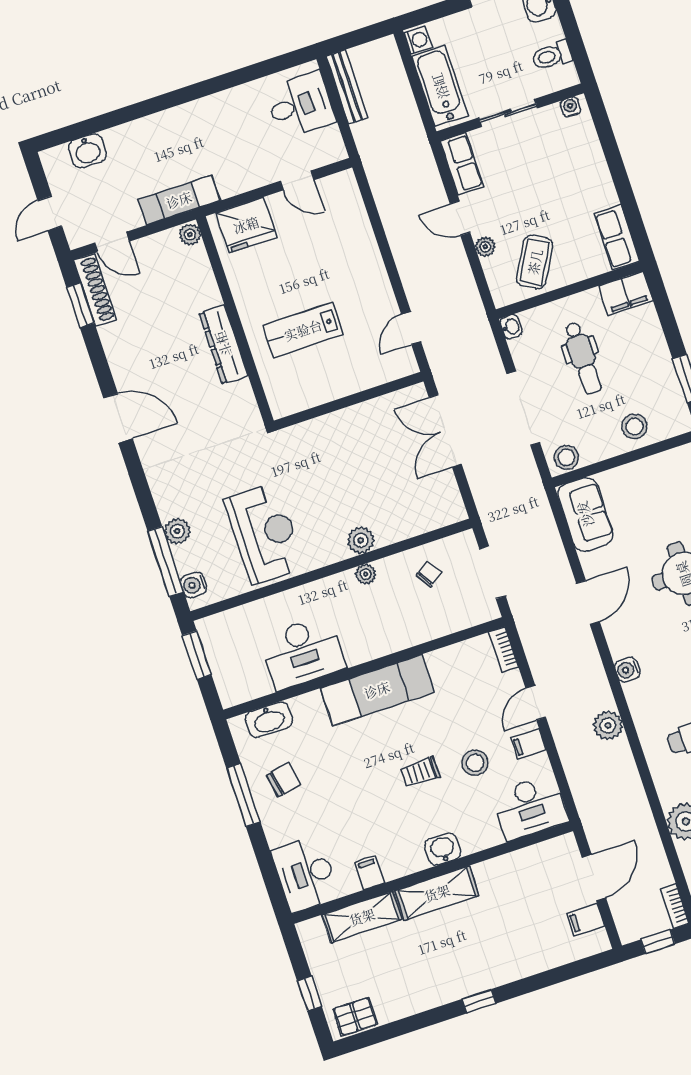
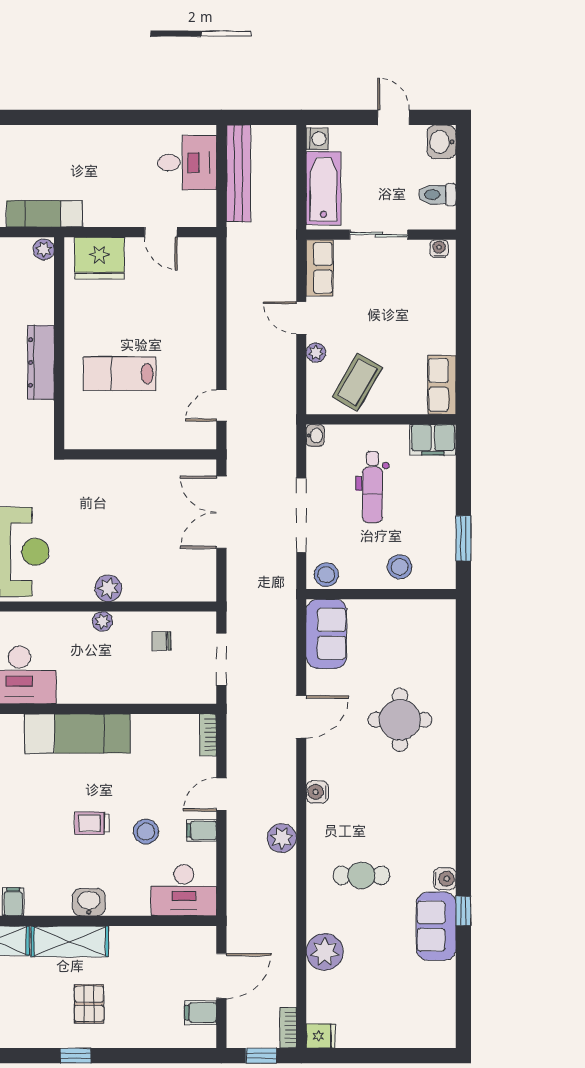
bench: (347, 87) -> (238, 173), width x1.37, depth x1.21
chair: (429, 574) -> (162, 641), turned -147
pallet: (475, 947) -> (89, 1004), added

